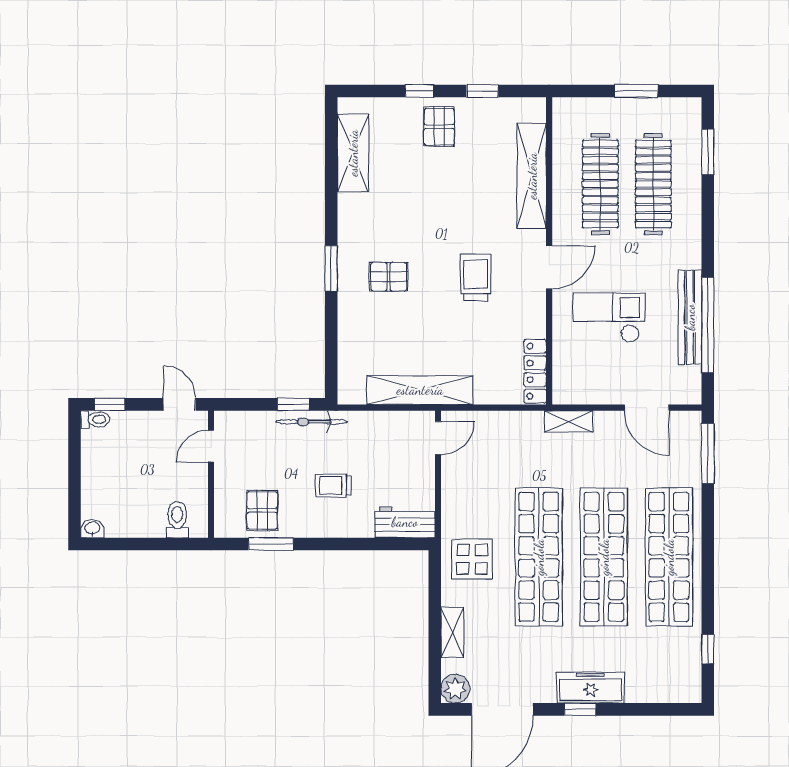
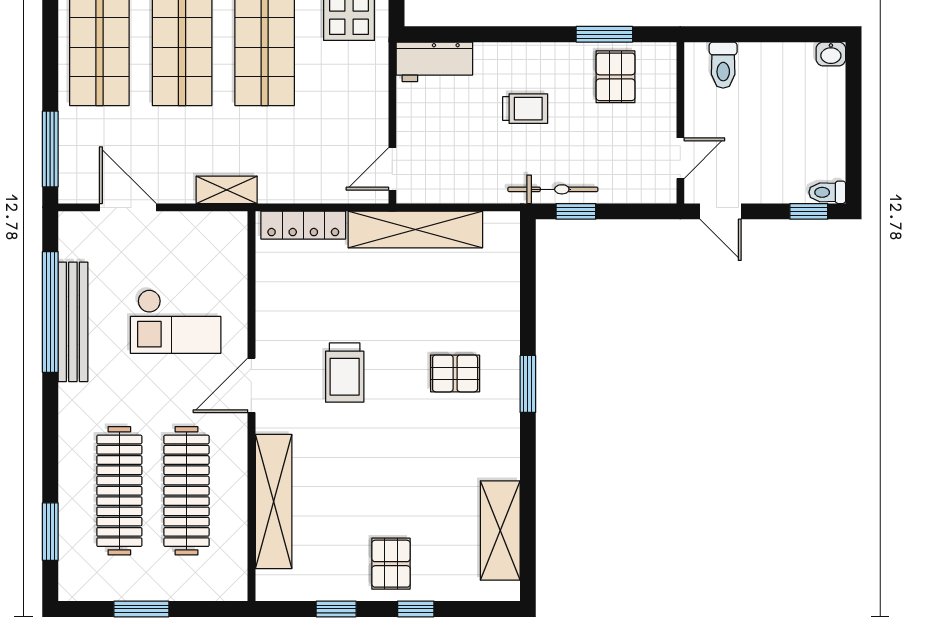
locker: (535, 371) -> (303, 225), moved, turned 90

